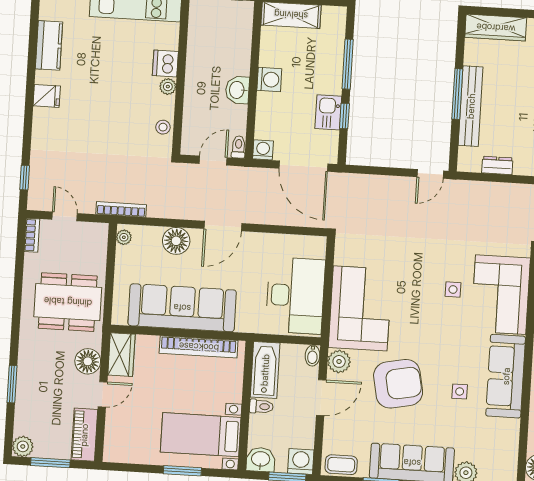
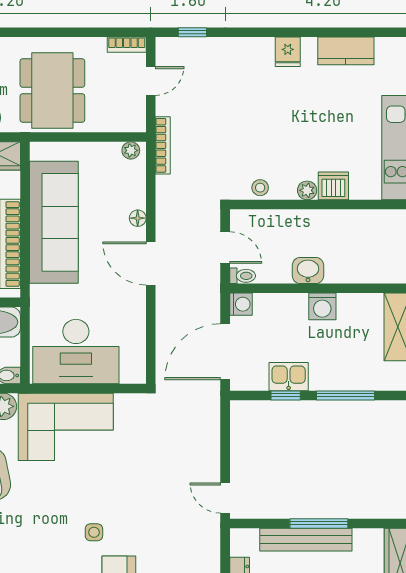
floor lamp: (176, 241) -> (138, 218), width x0.53, depth x0.53

